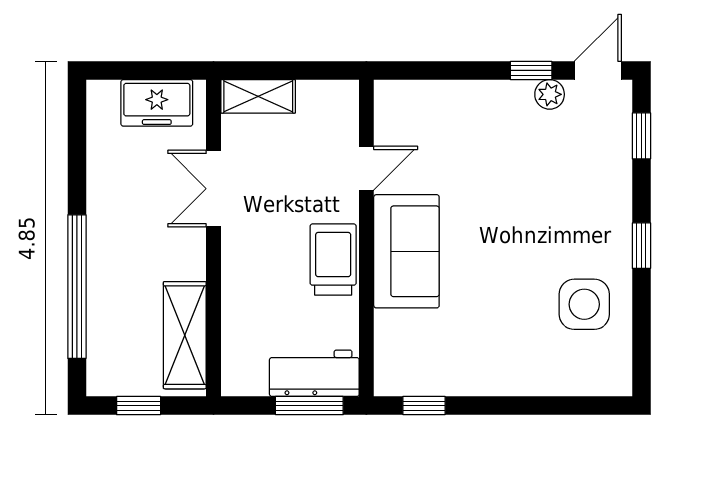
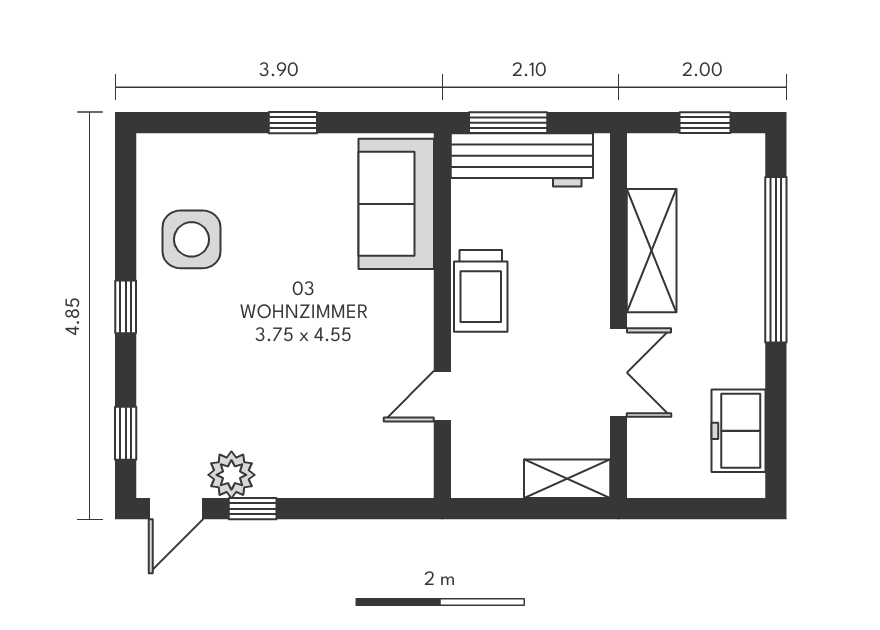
plant: (550, 94) -> (231, 475), width x1.38, depth x1.38
freezer: (157, 103) -> (739, 431), moved, turned -90
sofa: (406, 251) -> (396, 204), moved
shelving: (185, 335) -> (652, 251), moved
workbench: (314, 373) -> (522, 160), width x1.37
window: (424, 406) -> (293, 123), moved

